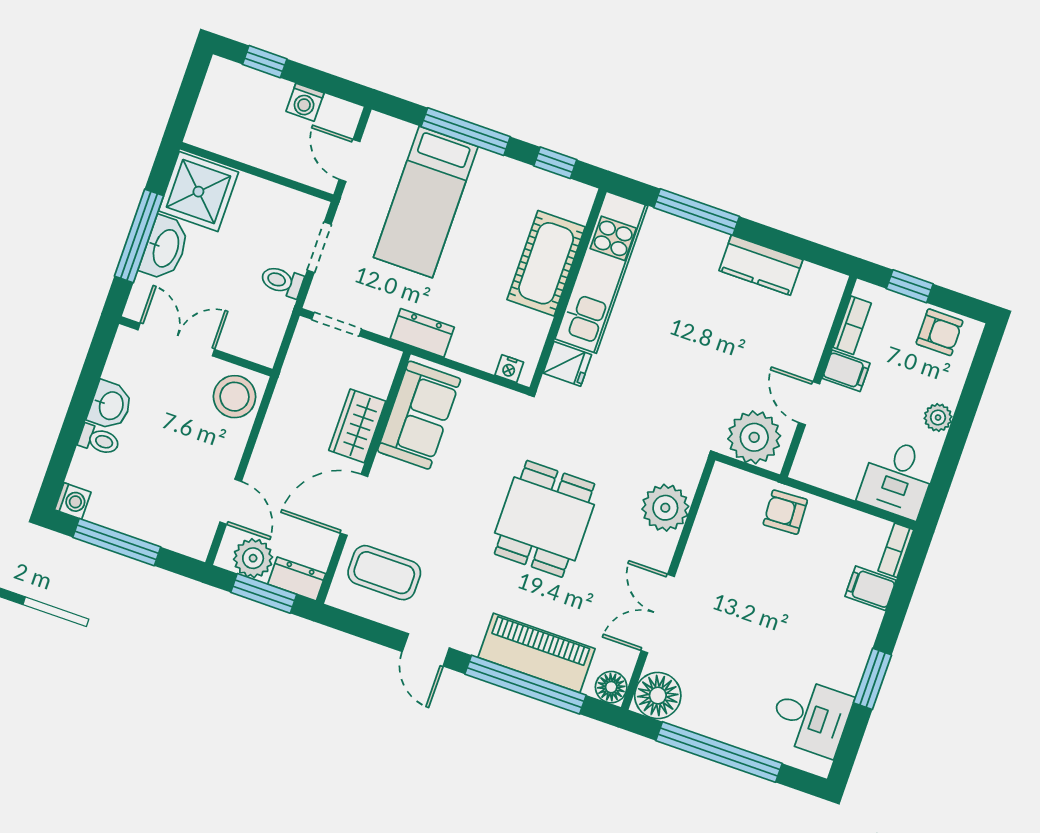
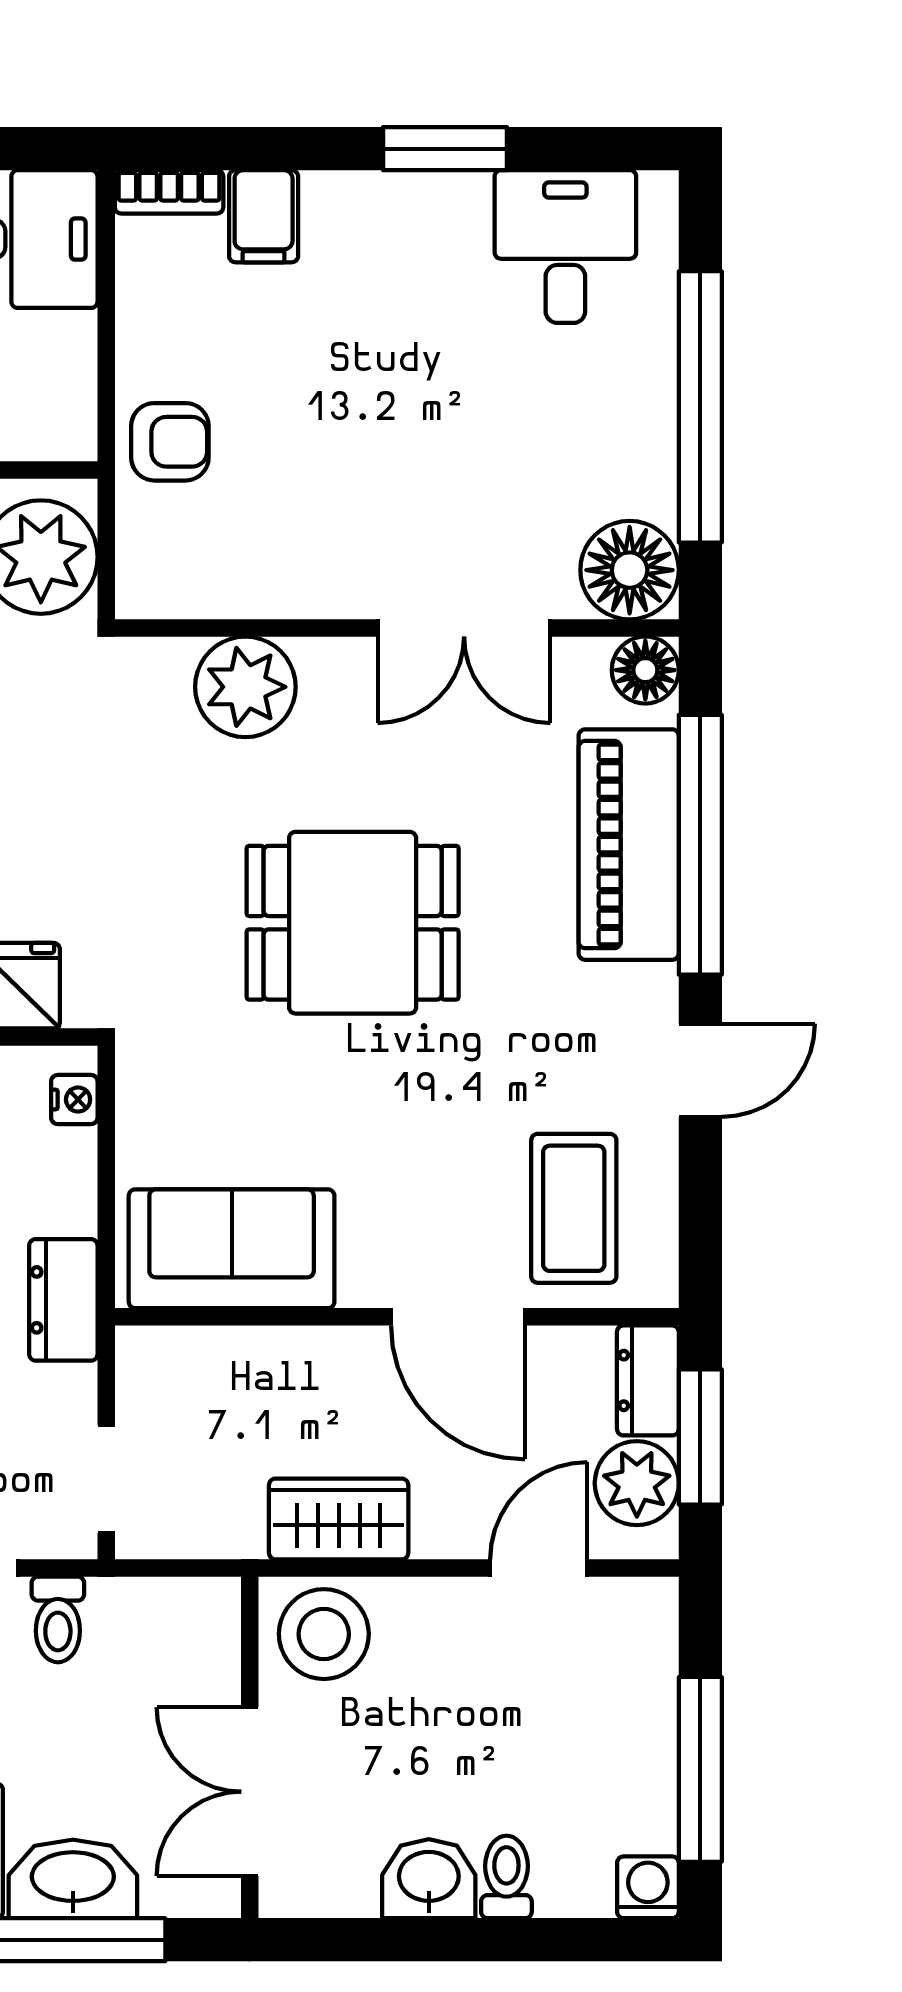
wardrobe: (357, 426) -> (339, 1519), moved, turned 180
armchair: (785, 512) -> (170, 442), turned -87

